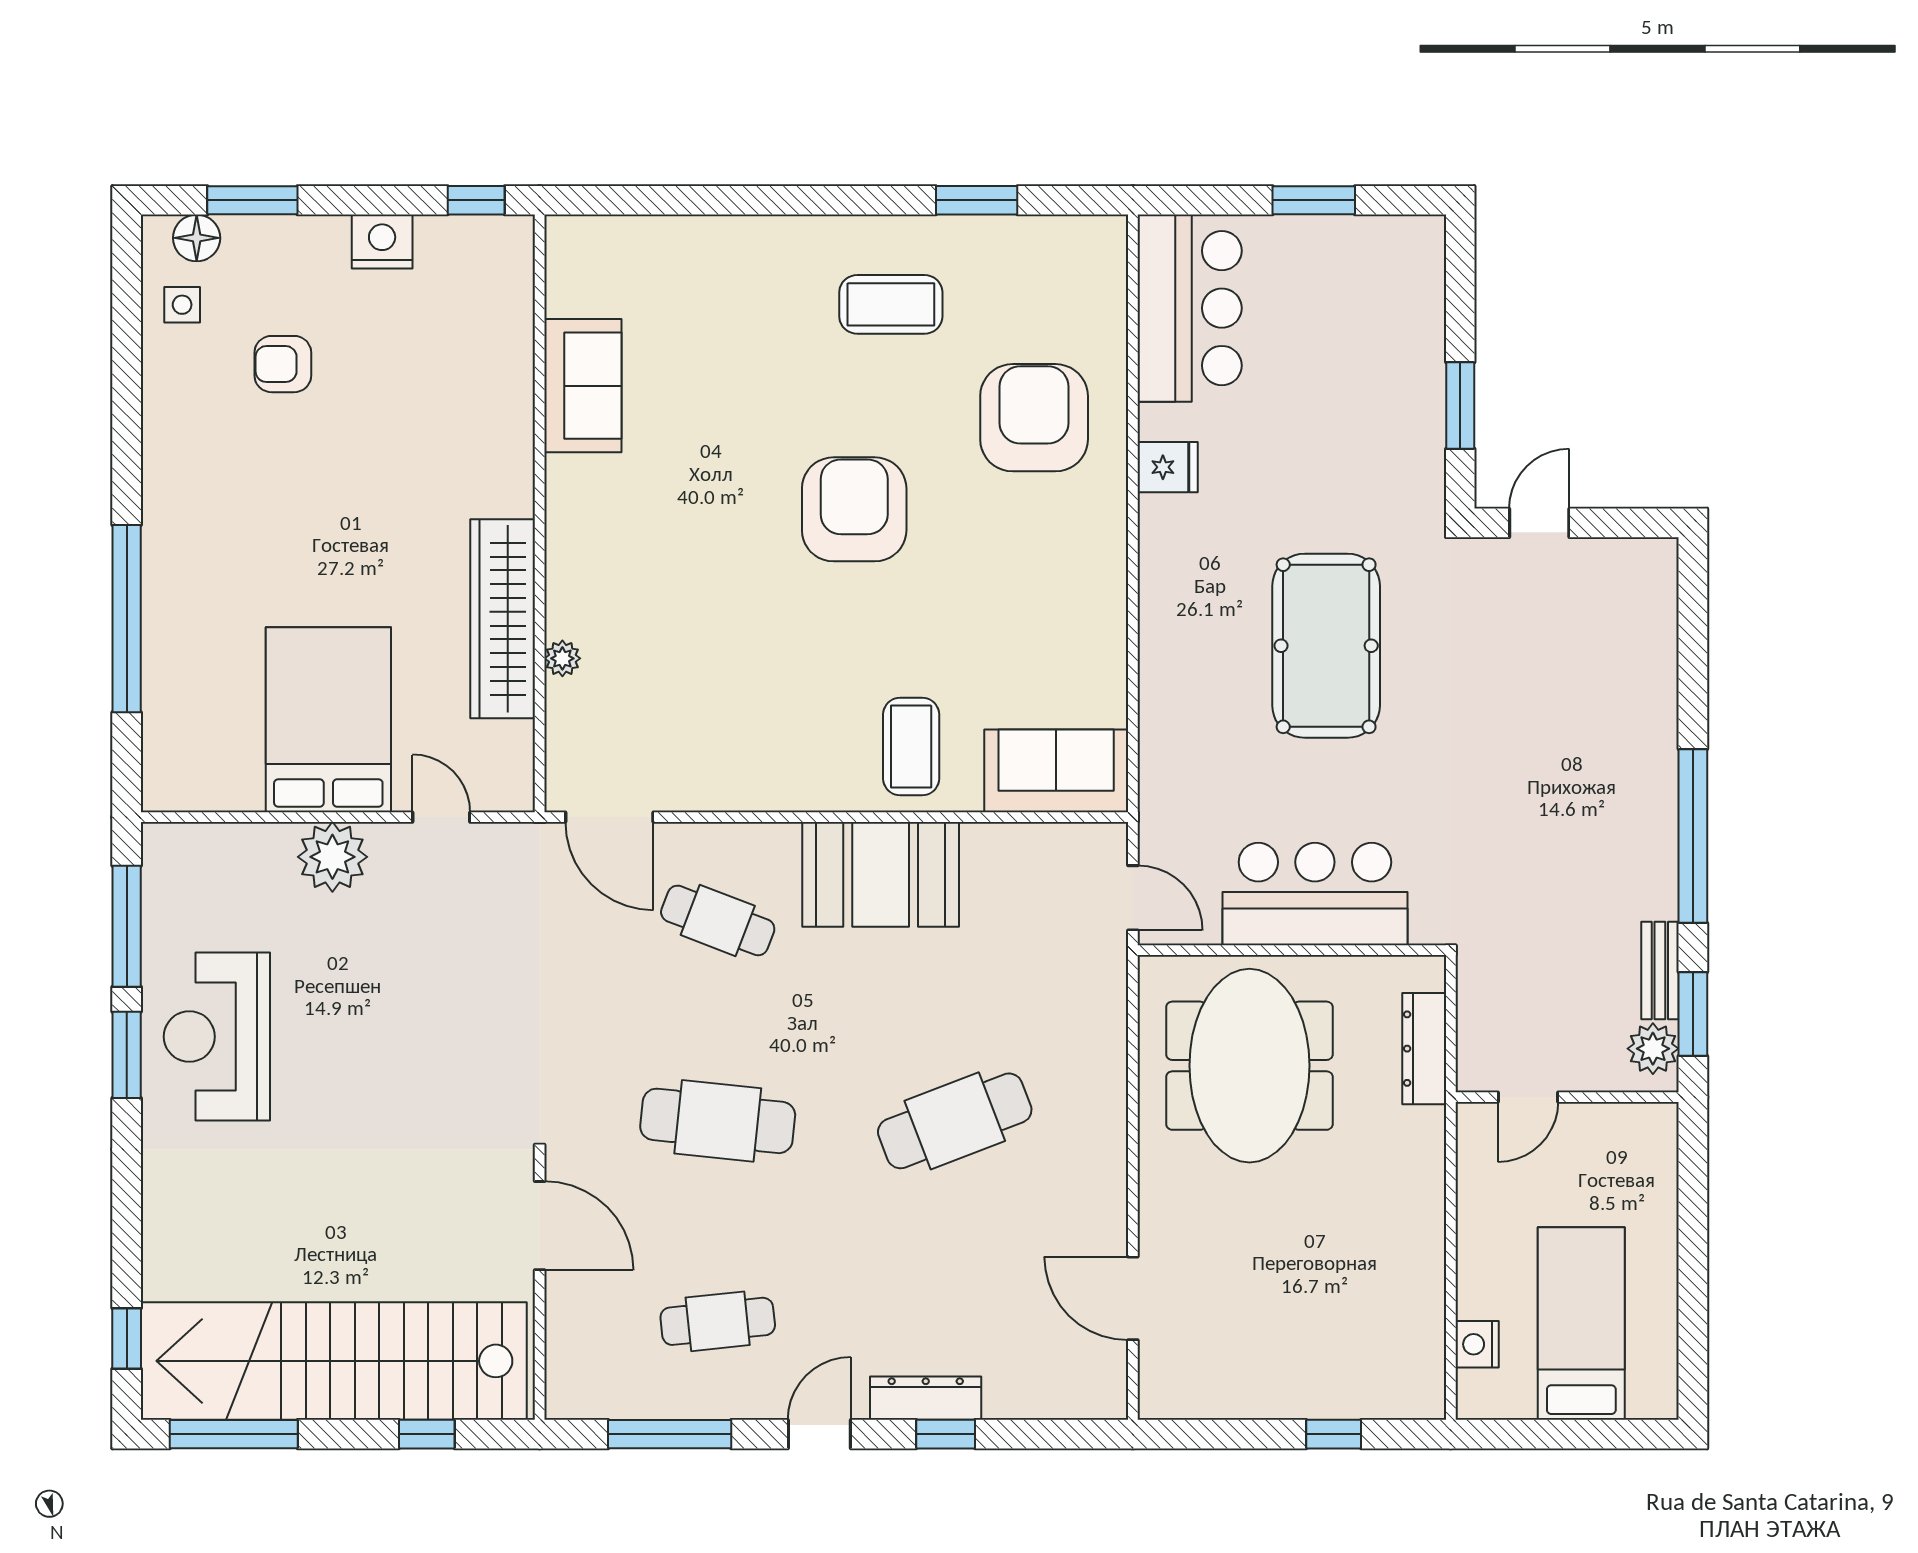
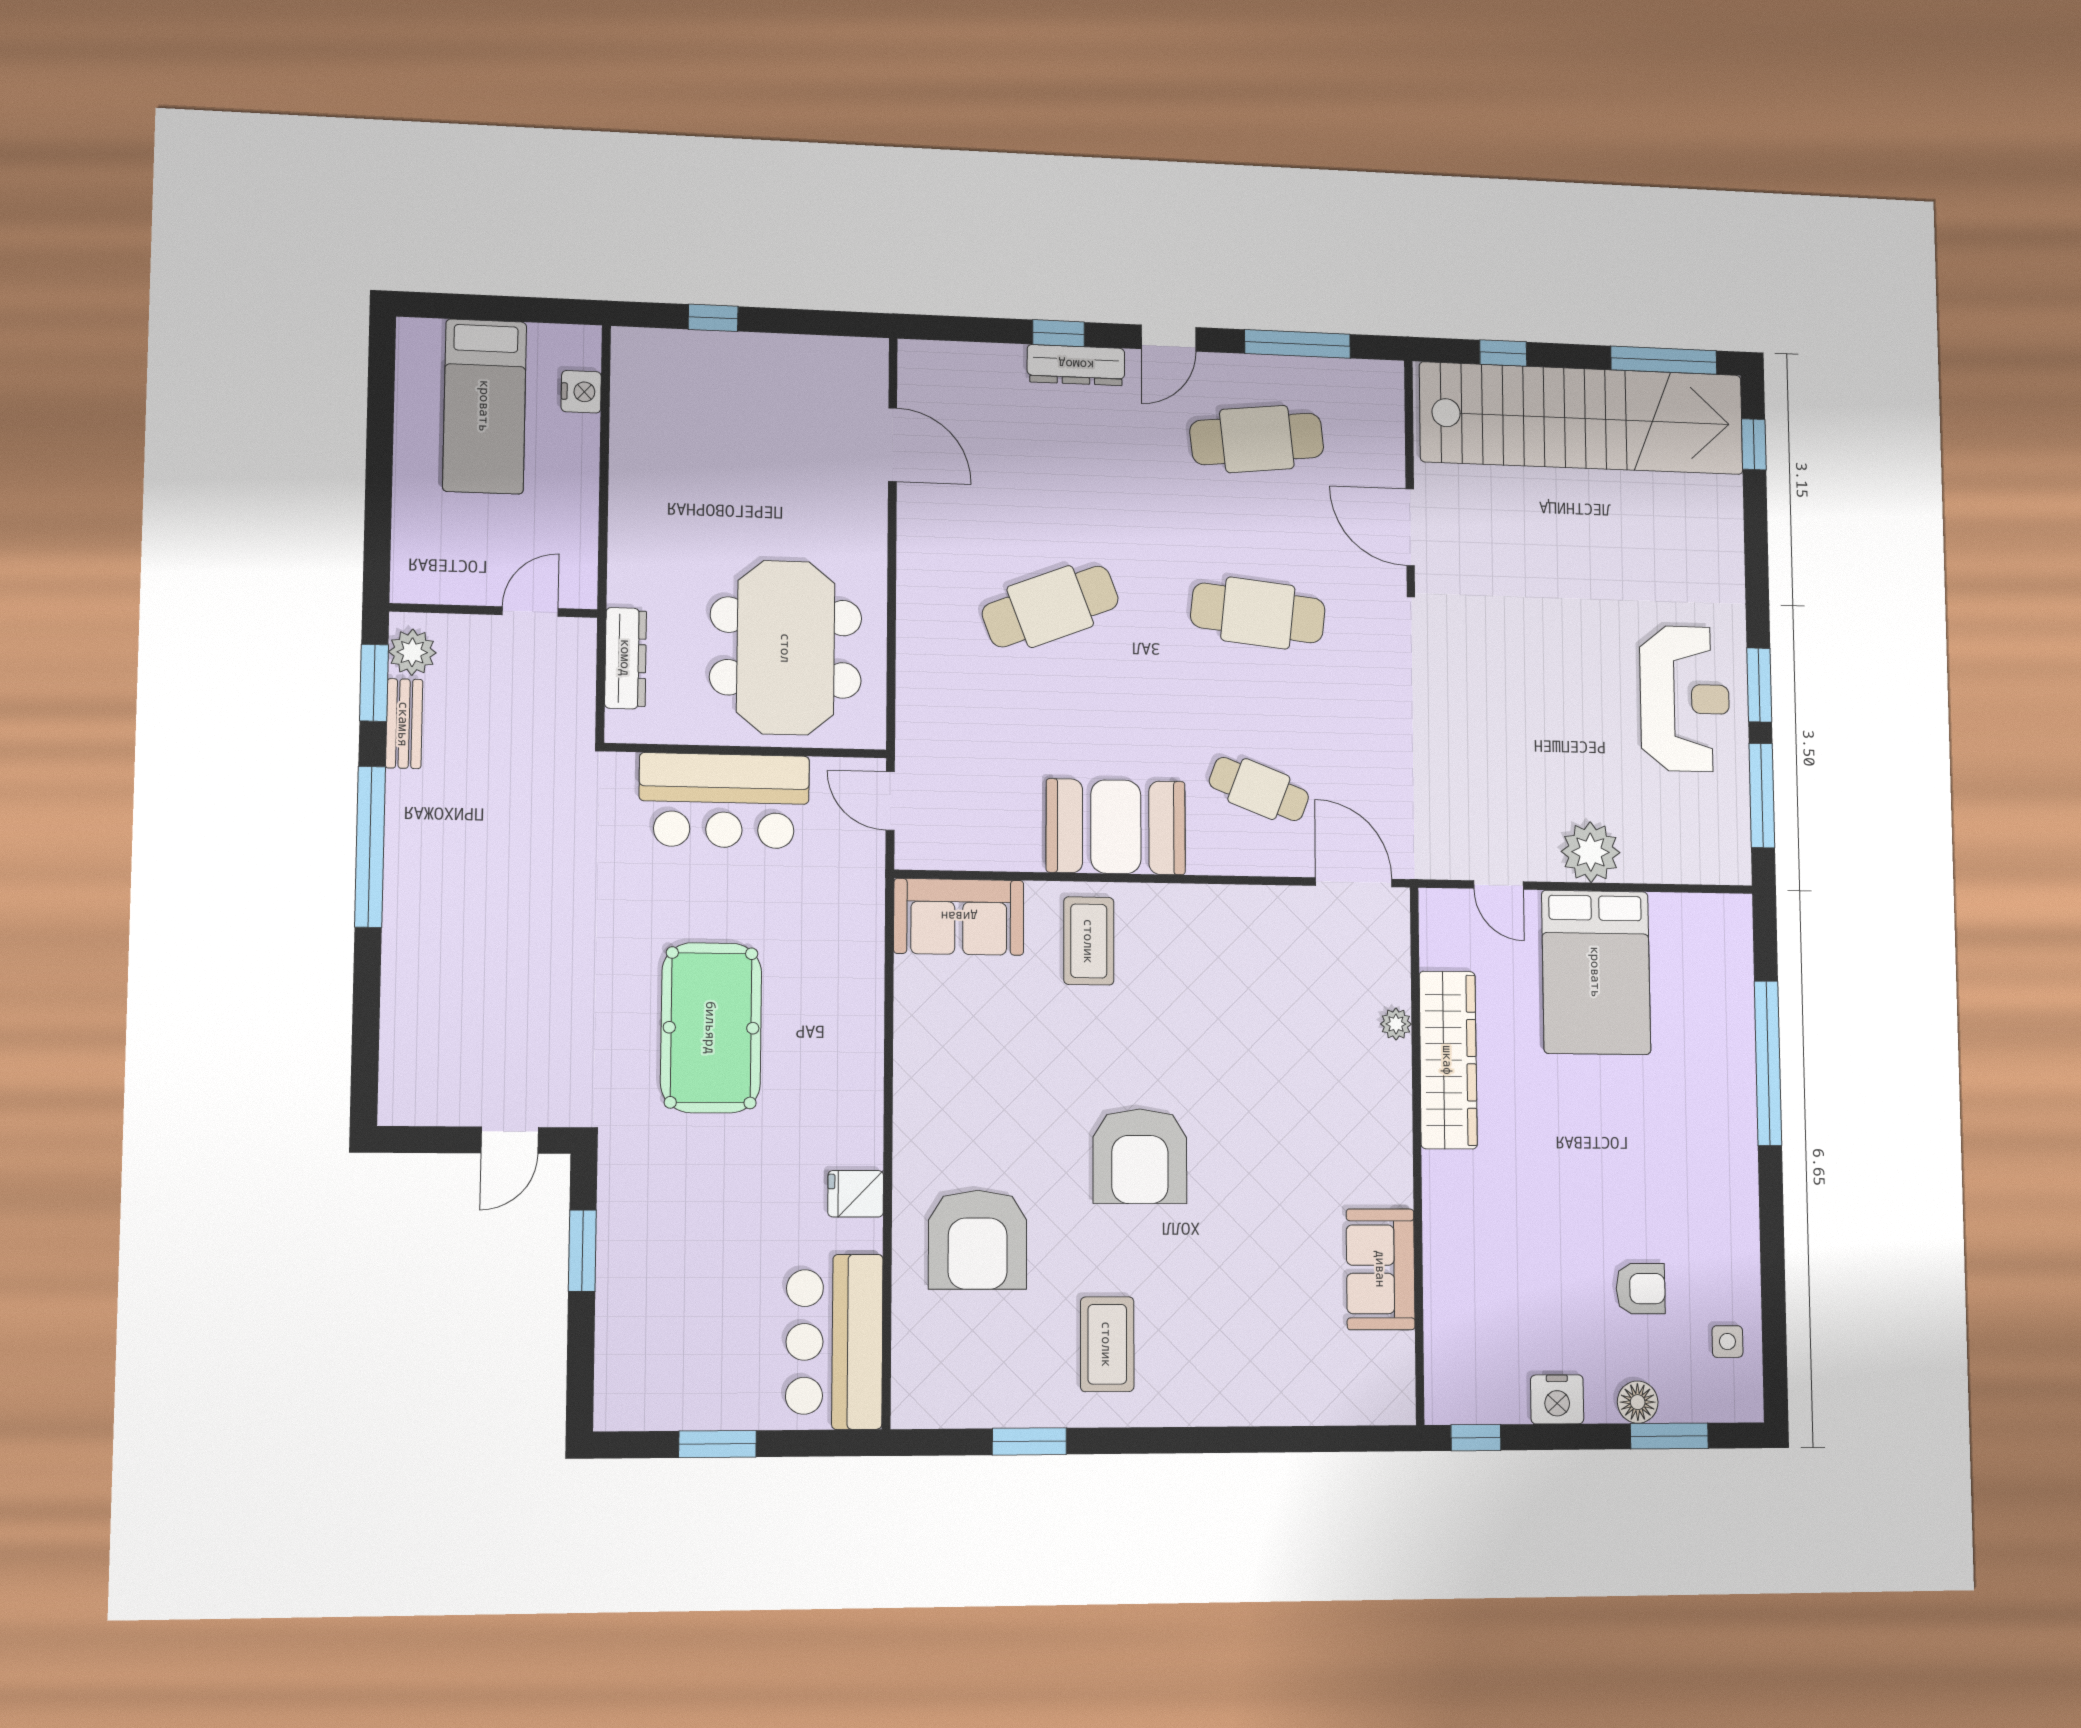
floor lamp: (197, 238) -> (1638, 1402), moved
coffee table: (891, 304) -> (1107, 1344), turned 90
cafe table: (718, 1321) -> (1257, 439), width x1.37, depth x1.35

